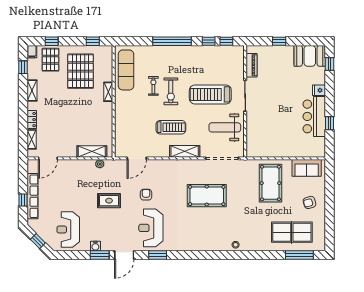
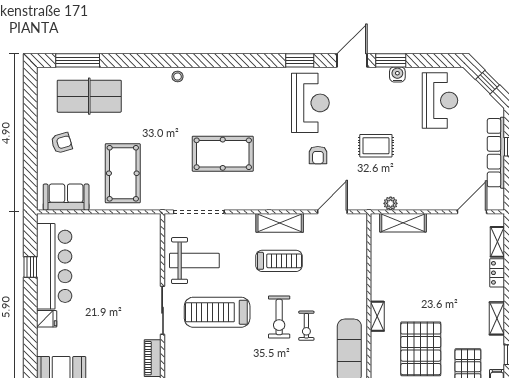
window: (329, 64) -> (30, 360), removed
exercise bike: (171, 91) -> (279, 317), turned 180
treadmill: (210, 94) -> (217, 312), turned 180
bar counter: (314, 116) -> (54, 266), width x1.36
treadmill: (171, 127) -> (279, 261), turned 180
shelving: (185, 151) -> (280, 223), moved

